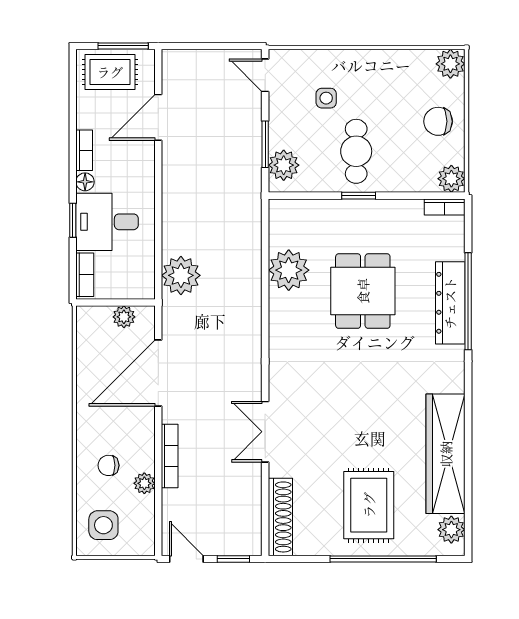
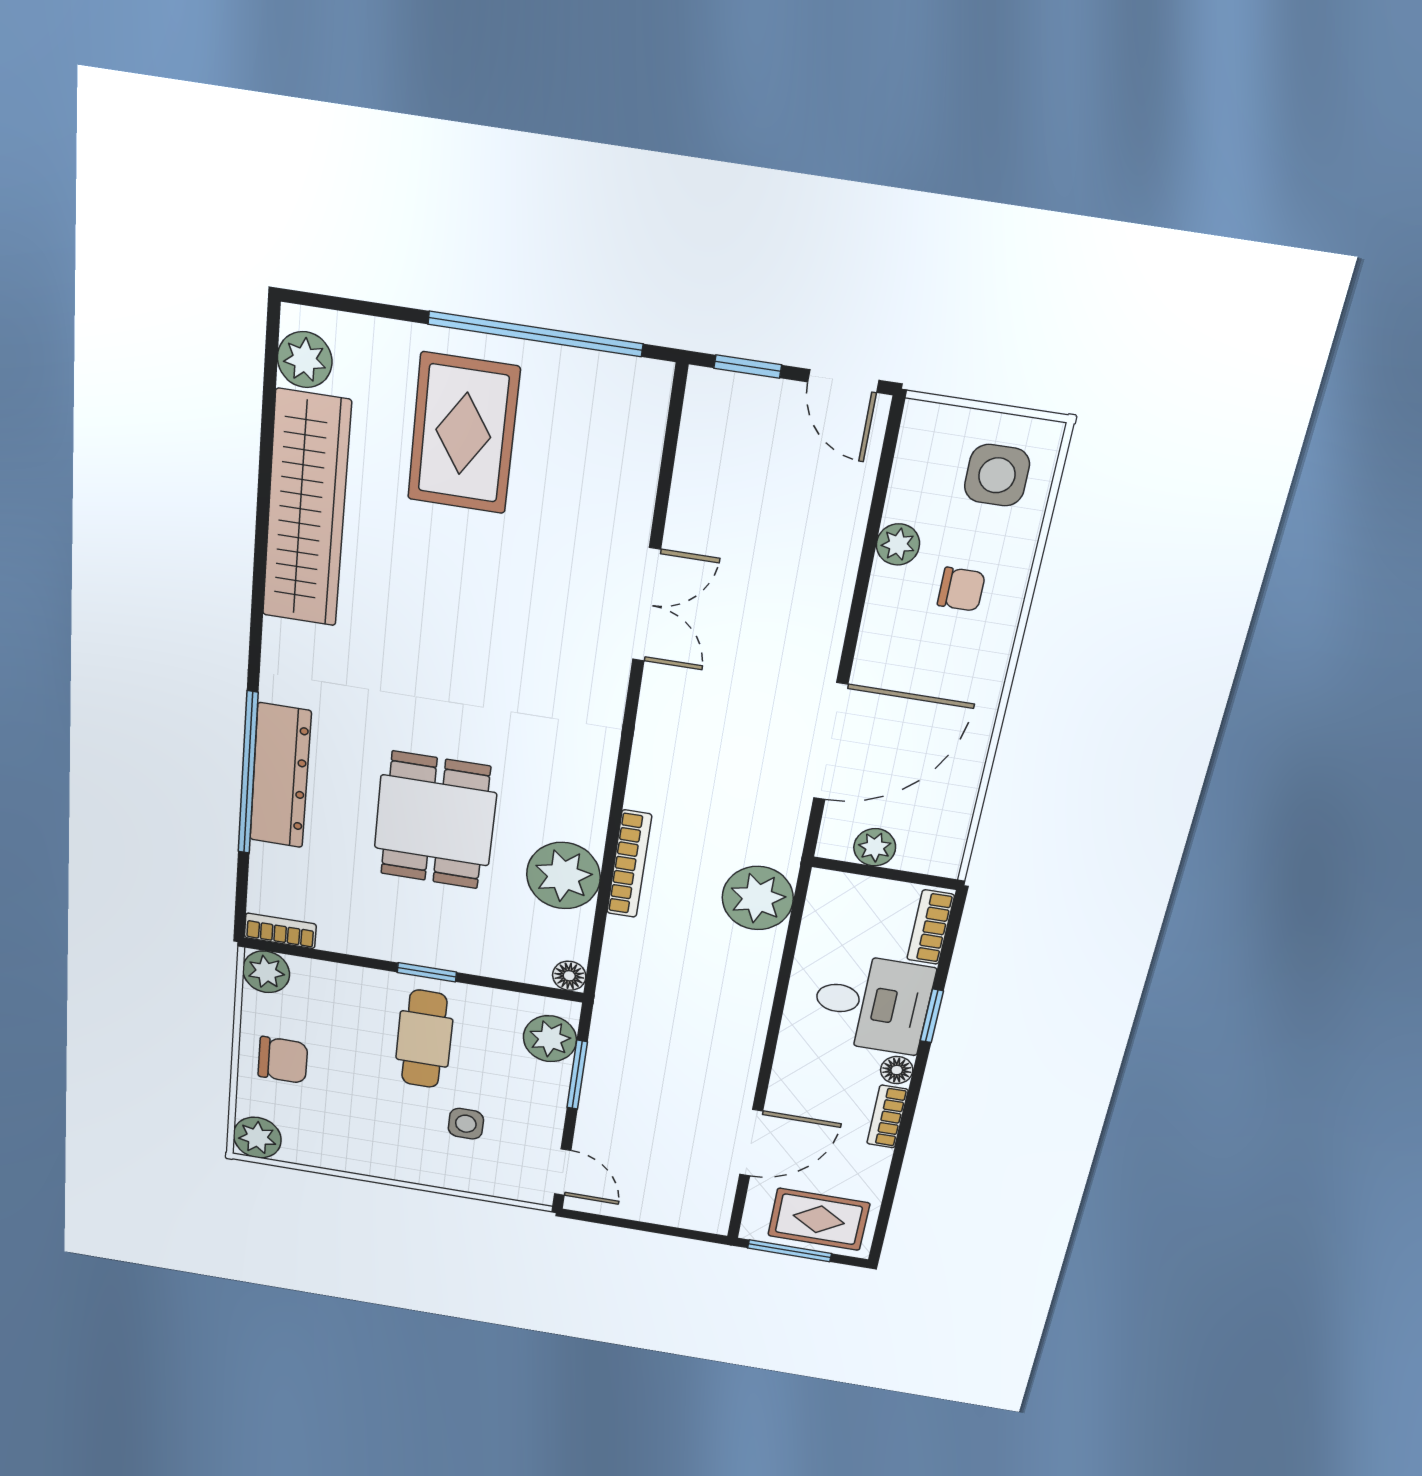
floor lamp: (278, 208) -> (569, 976), added
bookcase: (170, 456) -> (629, 864), moved, turned 180
shoe rack: (280, 517) -> (641, 437), removed
window: (383, 559) -> (535, 334), moved

